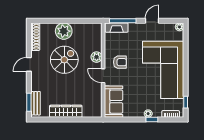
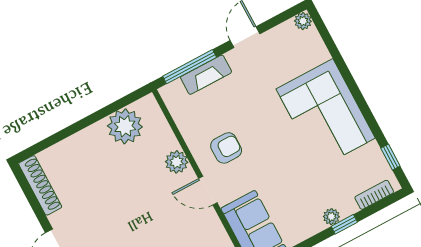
fireplace: (117, 28) -> (206, 75), moved
plant: (64, 31) -> (125, 126), moved
spiral stairs: (64, 60) -> (118, 200), removed
corner sofa: (163, 70) -> (326, 114), width x0.73, depth x0.74

